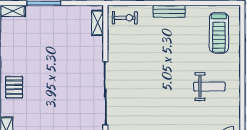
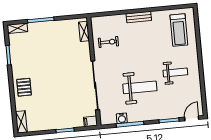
exercise bike: (125, 18) -> (108, 42), moved
weight bench: (162, 101) -> (140, 87), added

